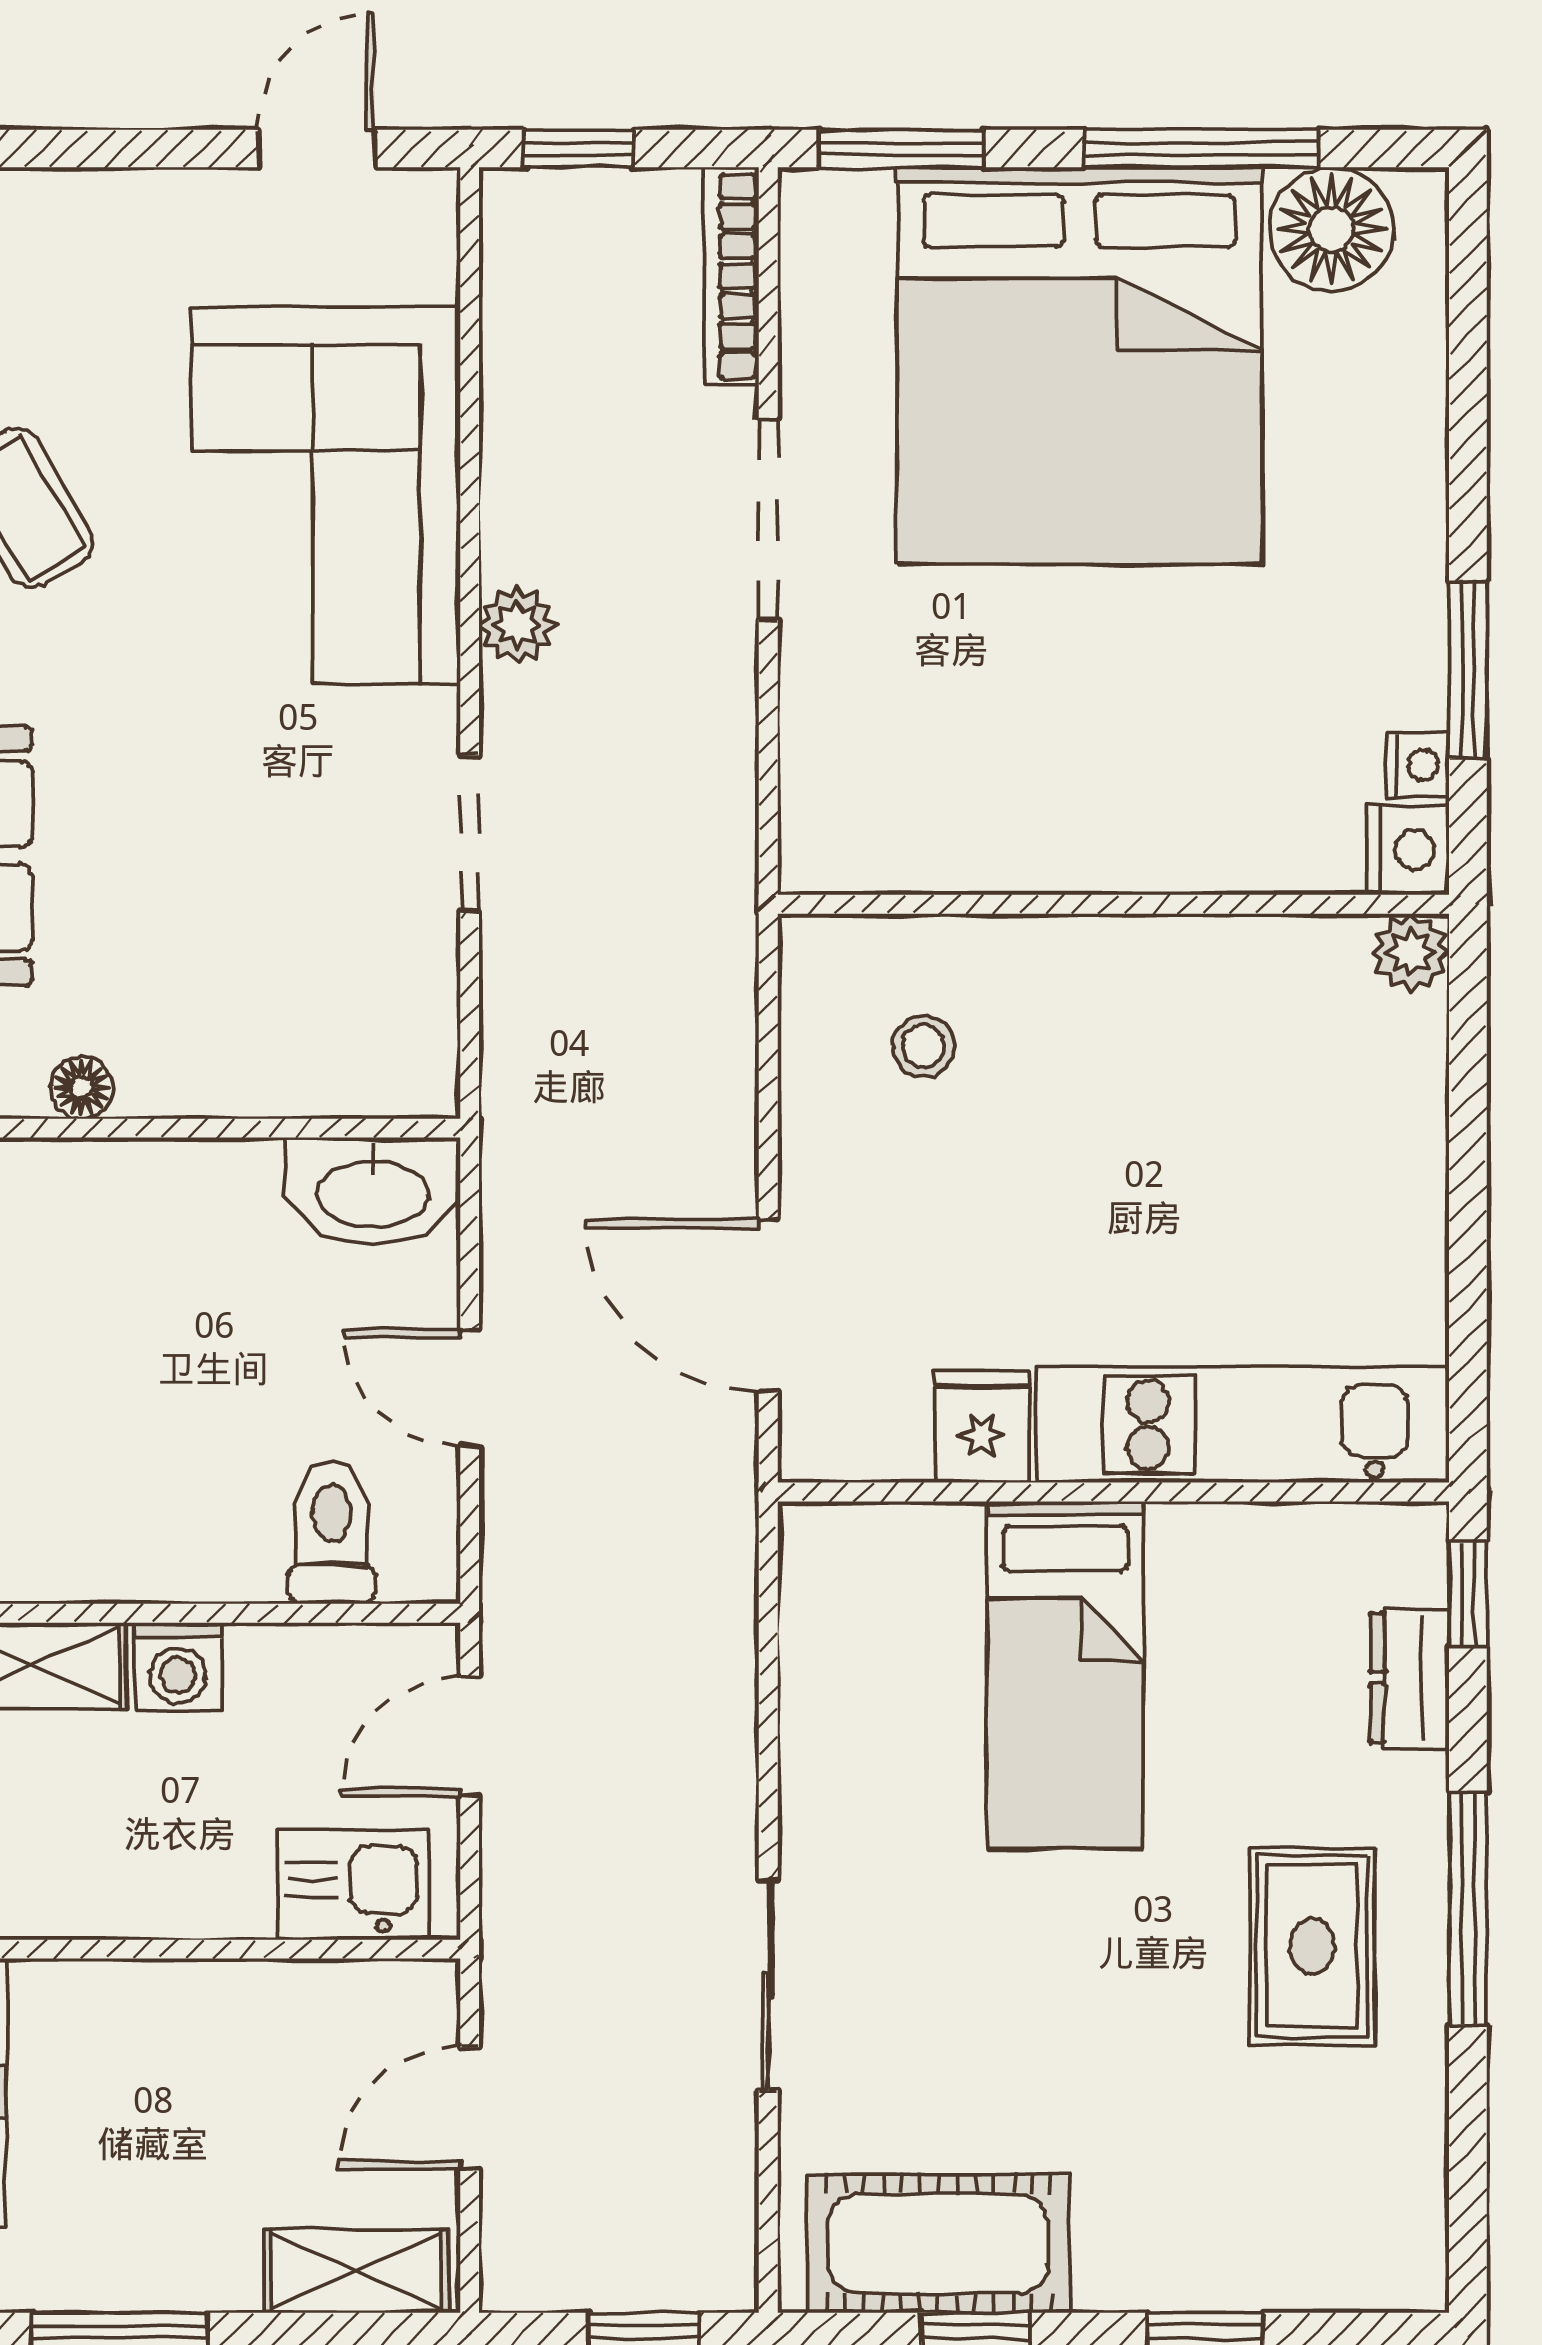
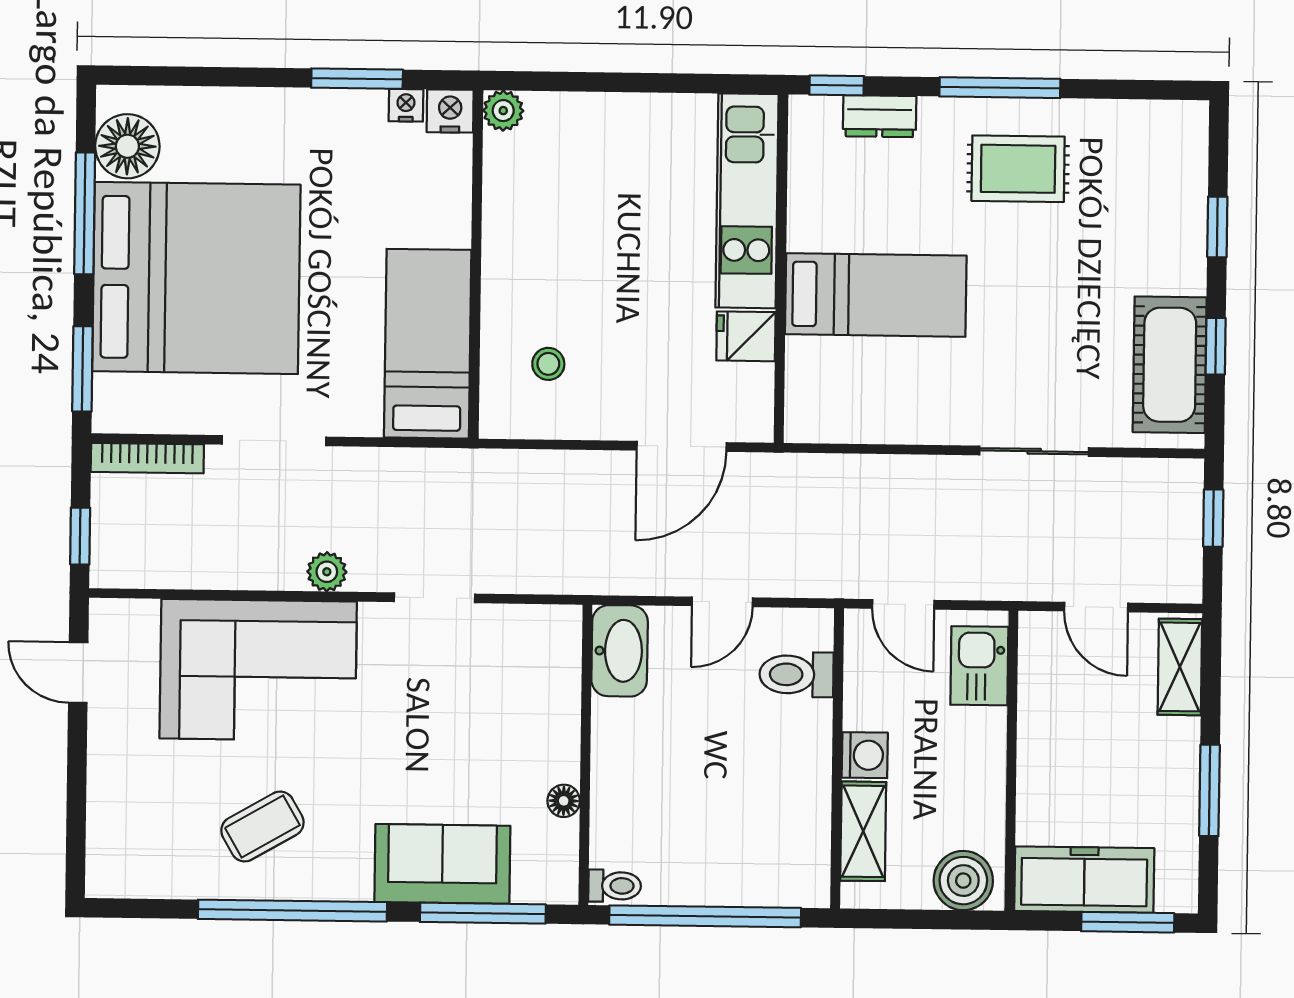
bed: (959, 813) -> (428, 344), added

